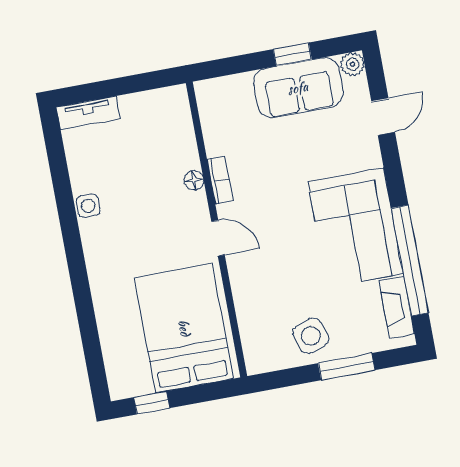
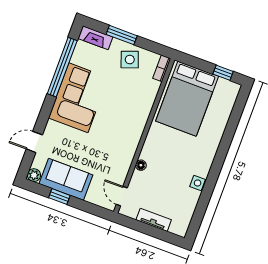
tv unit: (88, 113) -> (154, 220), moved
bookcase: (220, 180) -> (162, 68), moved
door: (218, 238) -> (122, 196), moved
fireplace: (397, 307) -> (95, 38), moved, turned 90

